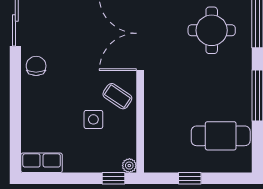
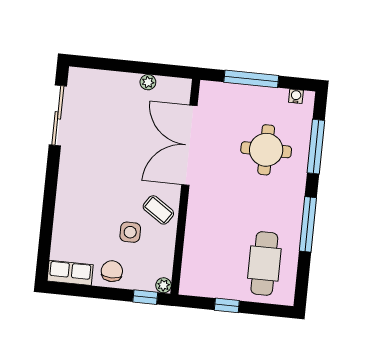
chair: (36, 66) -> (112, 271), moved
cafe table: (221, 136) -> (264, 263), turned 90

